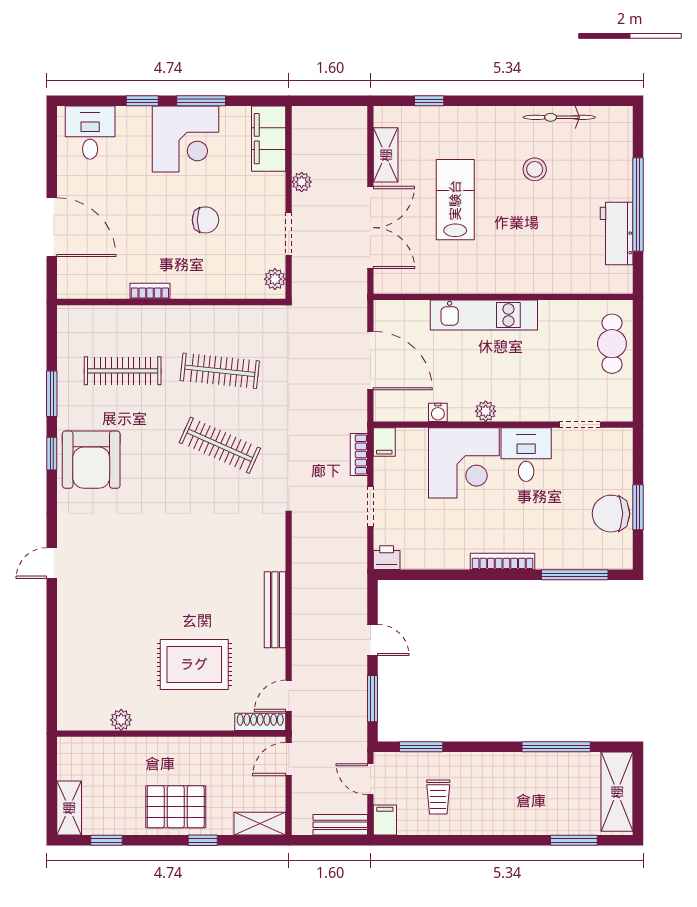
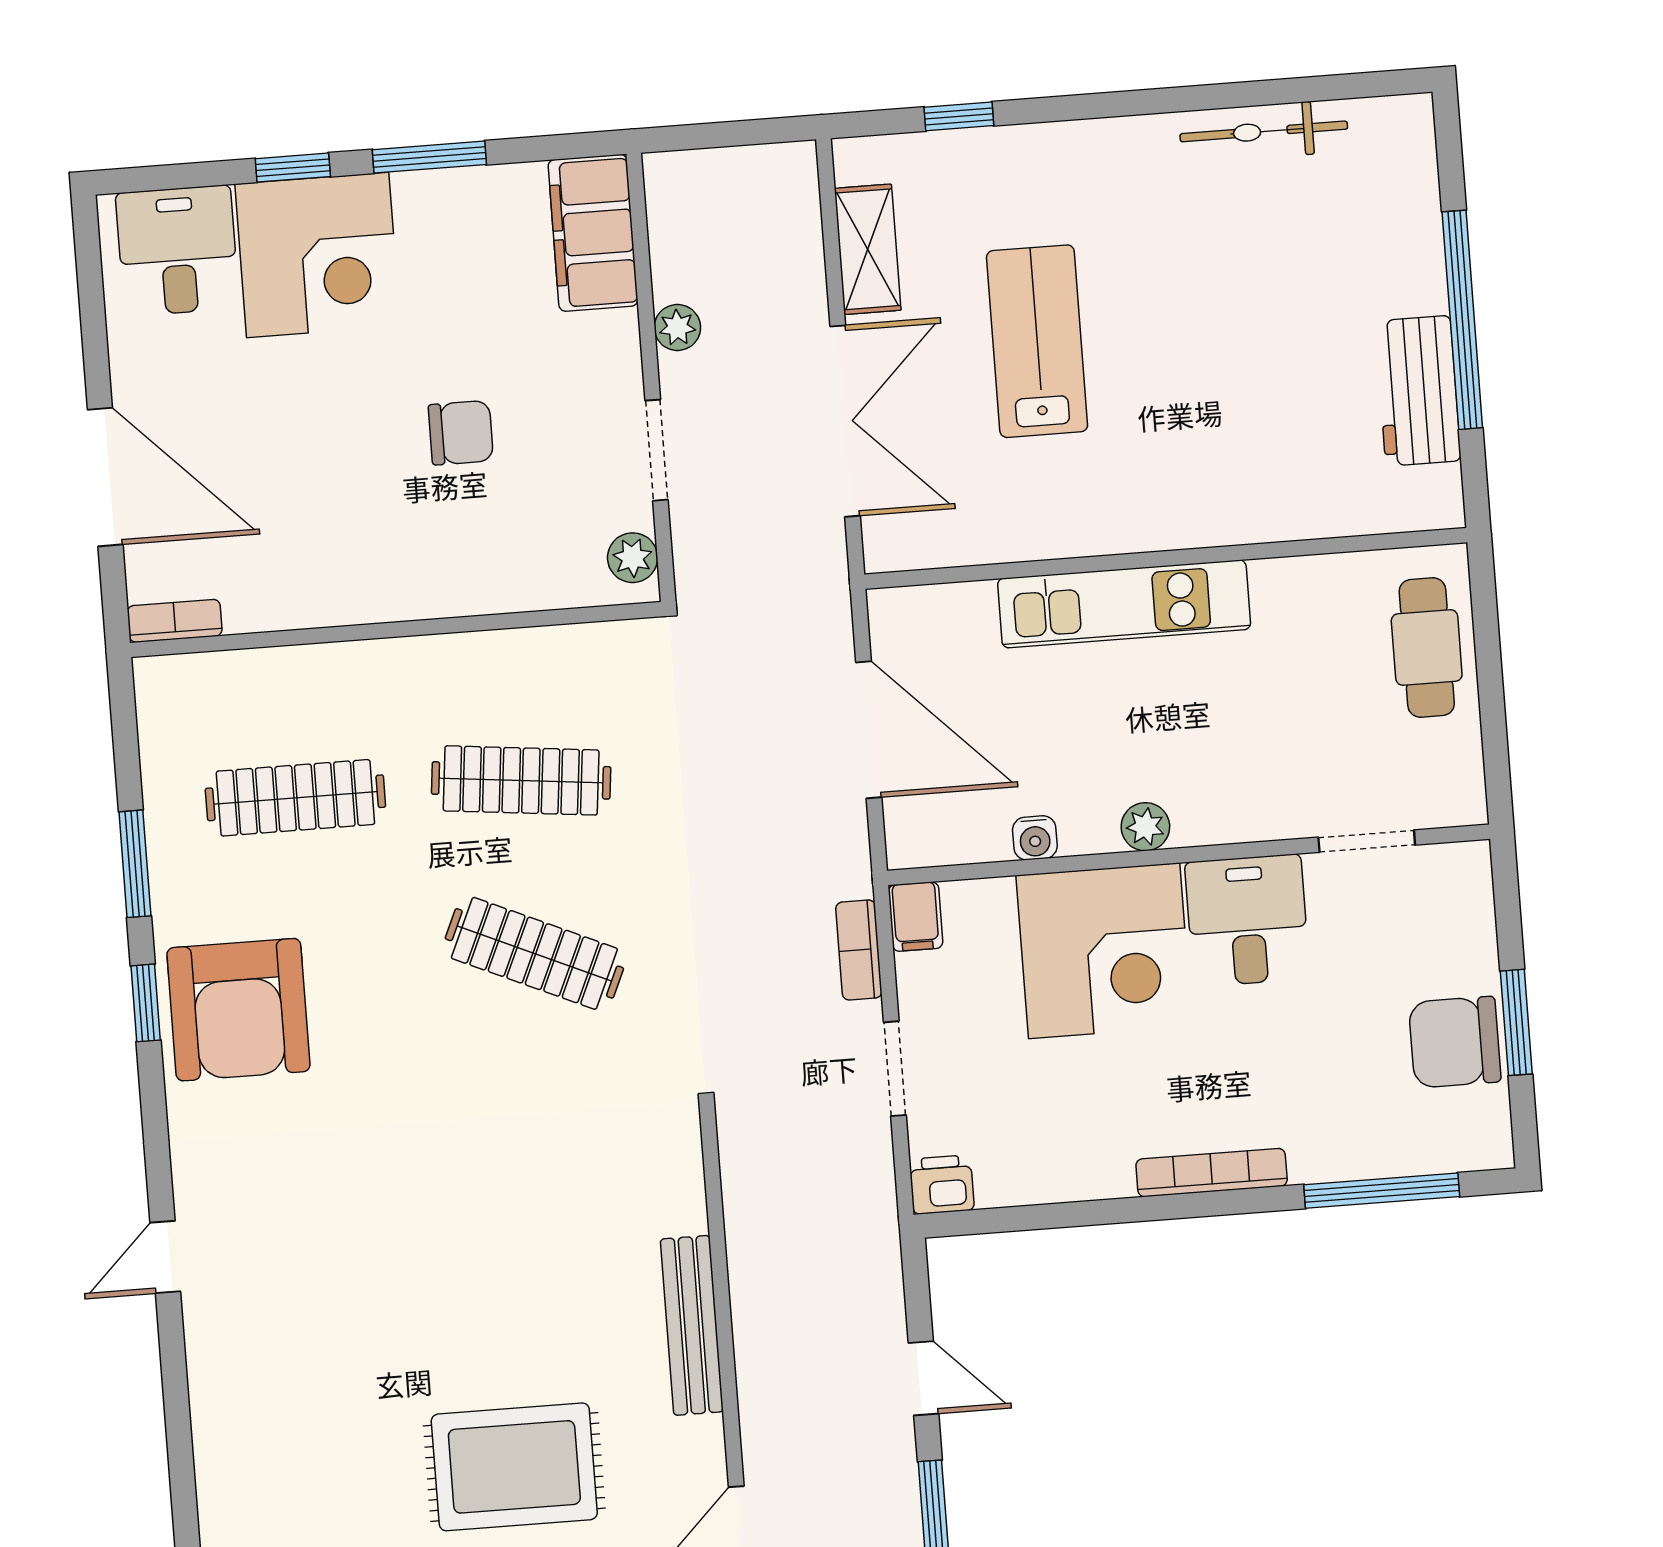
corner desk: (185, 139) -> (318, 255), moved
stool: (535, 169) -> (1216, 256), removed
bookcase: (150, 291) -> (175, 621), moved

